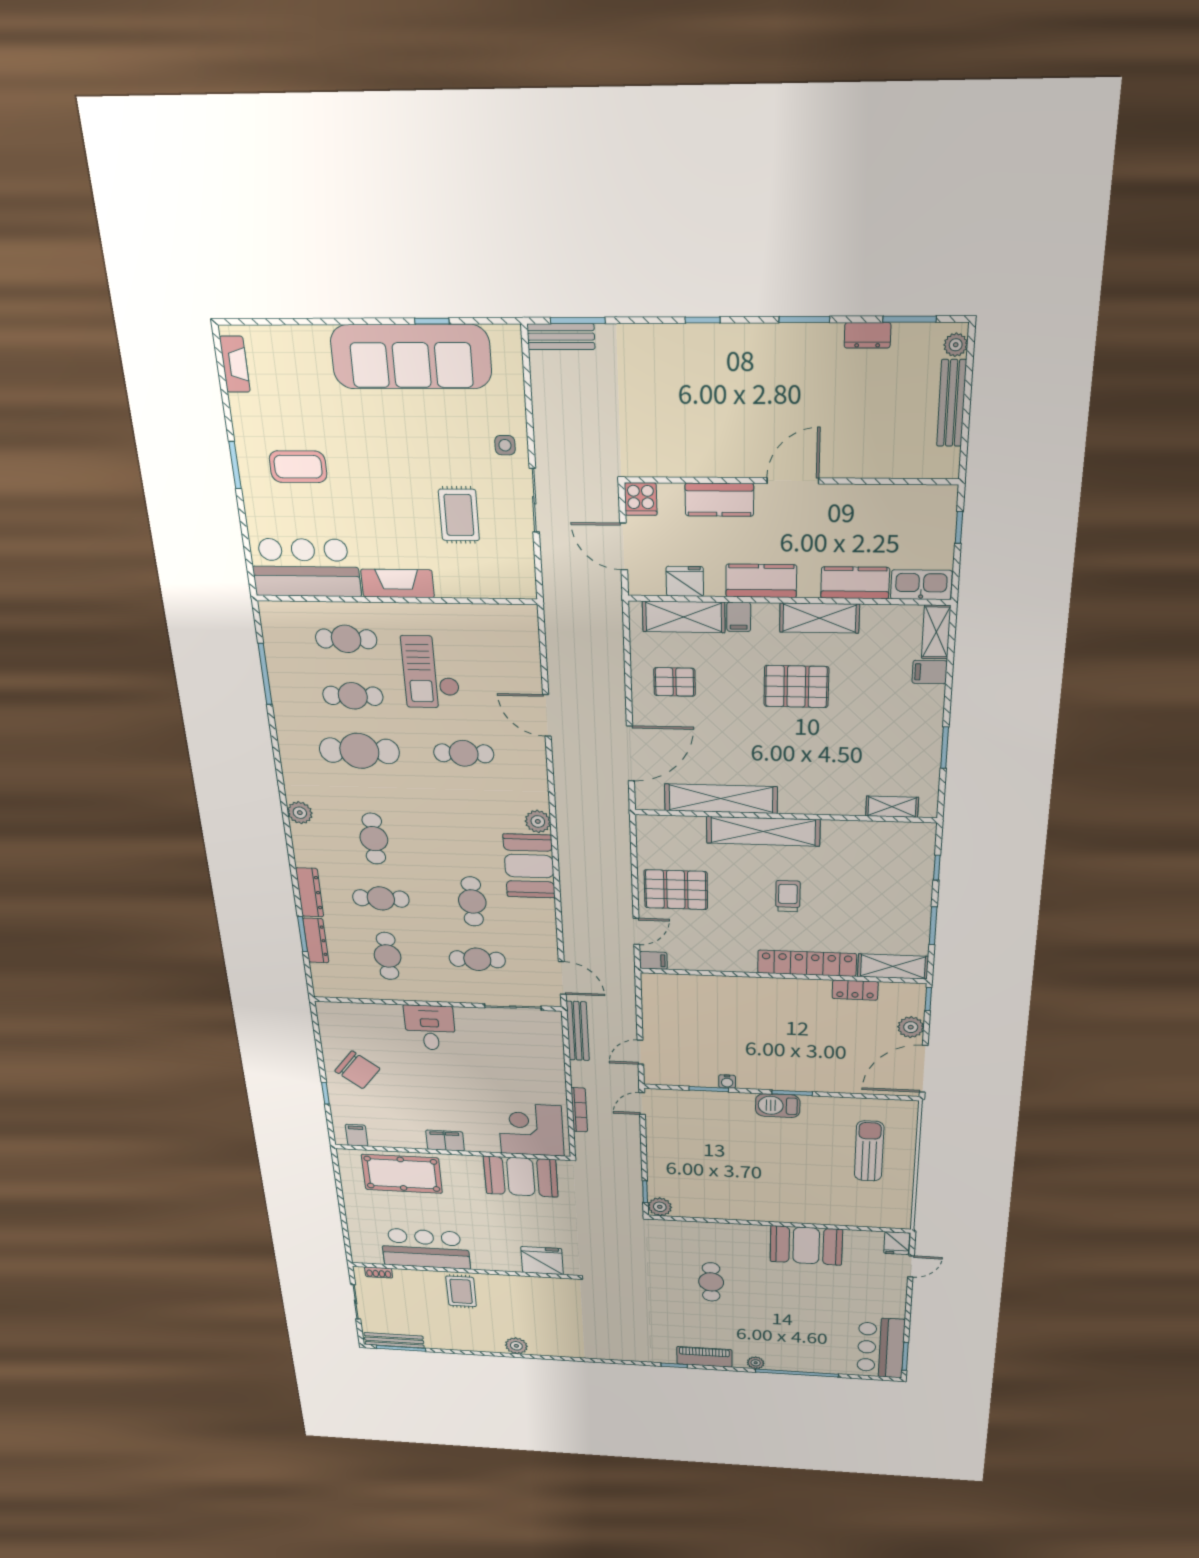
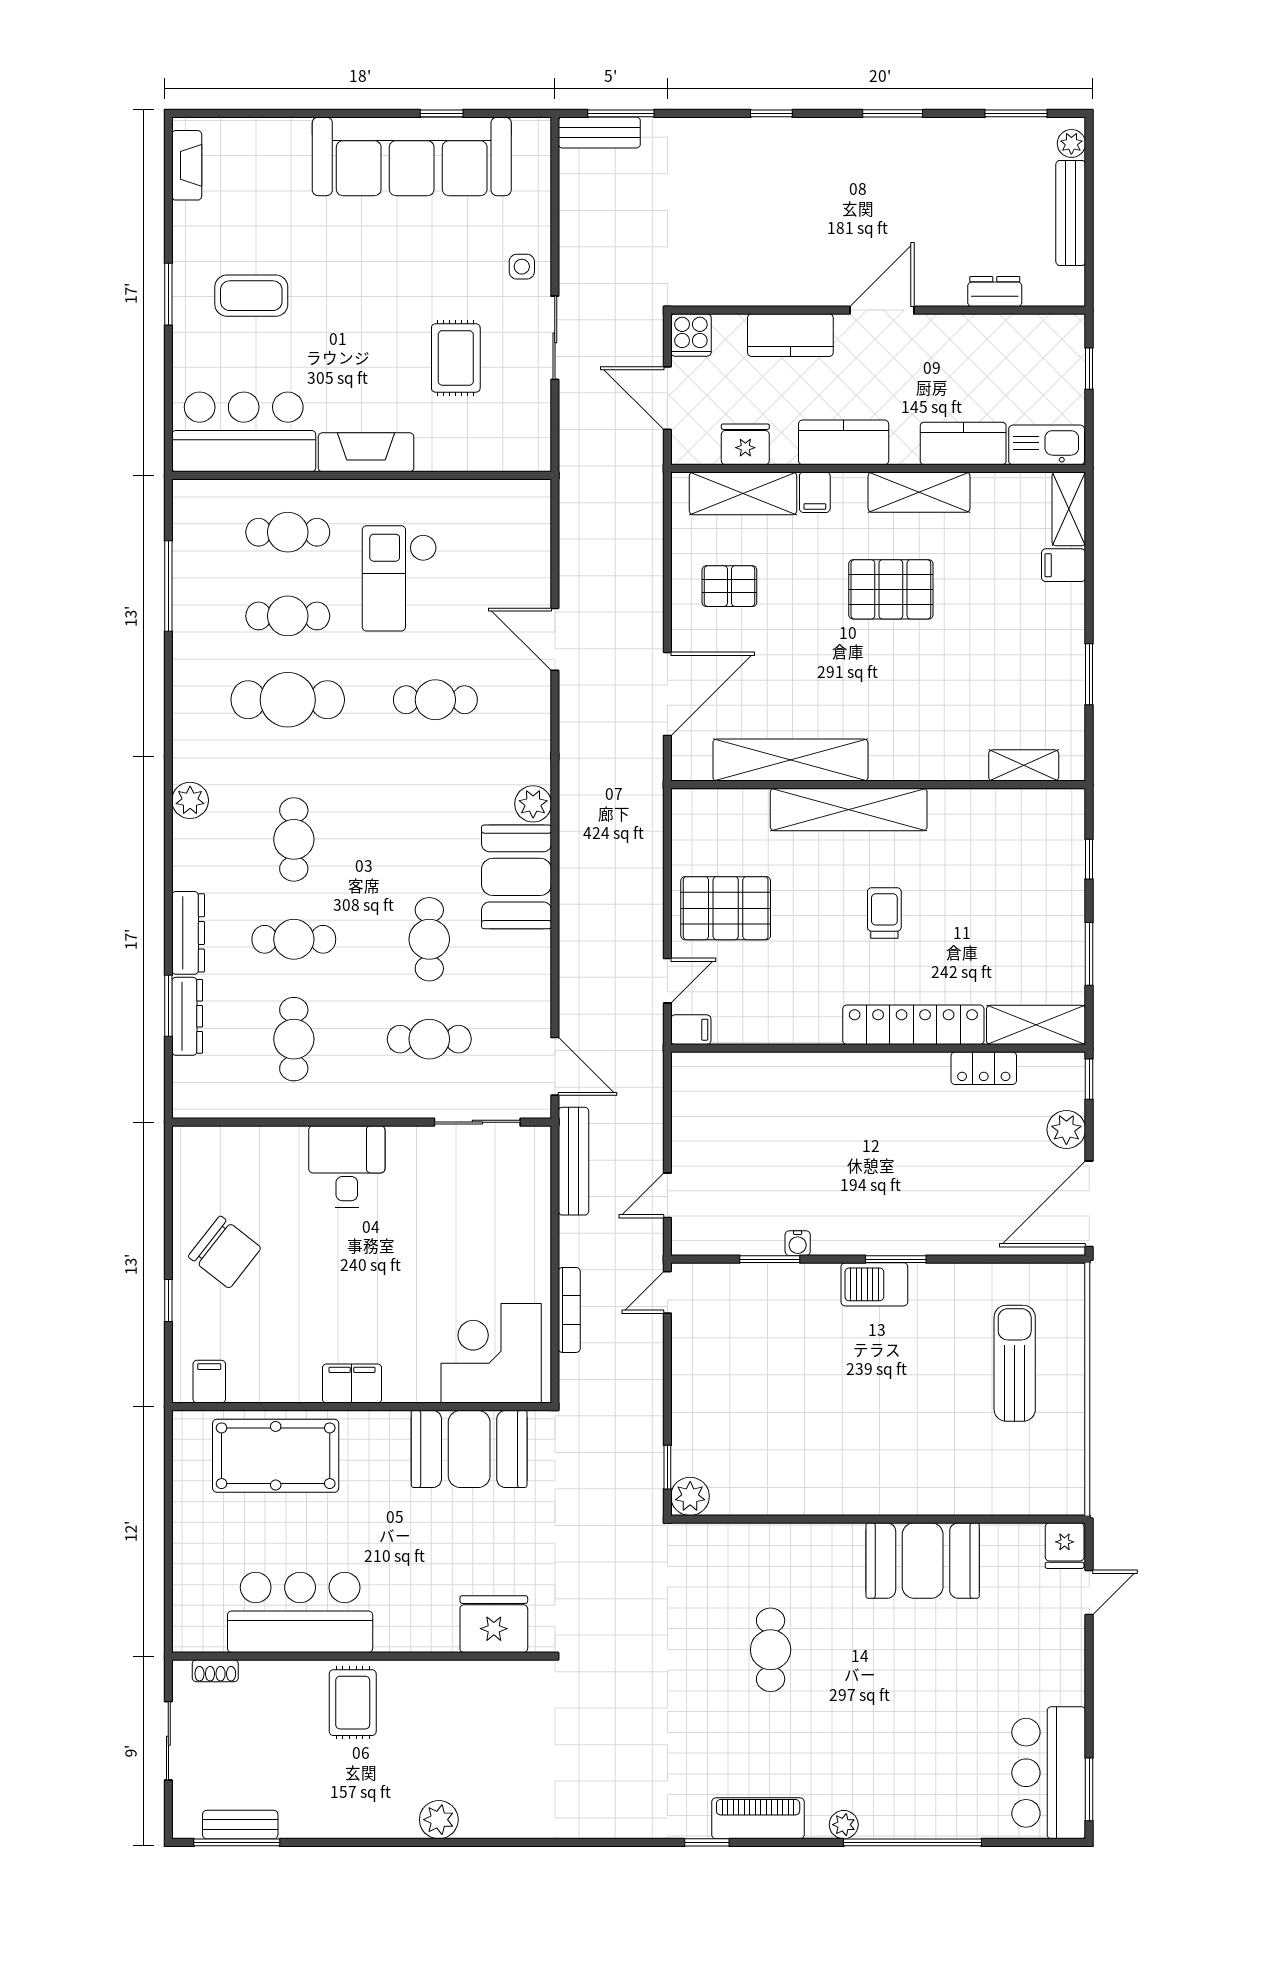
dresser: (868, 335) -> (995, 292), moved, turned 180
bench: (394, 1340) -> (240, 1825), width x0.73

